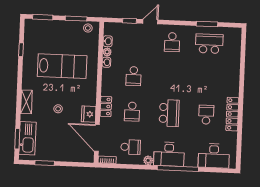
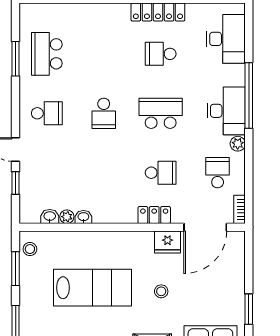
lab bench: (62, 66) -> (93, 288), turned 90
school desk: (134, 76) -> (104, 113), moved, turned 90

